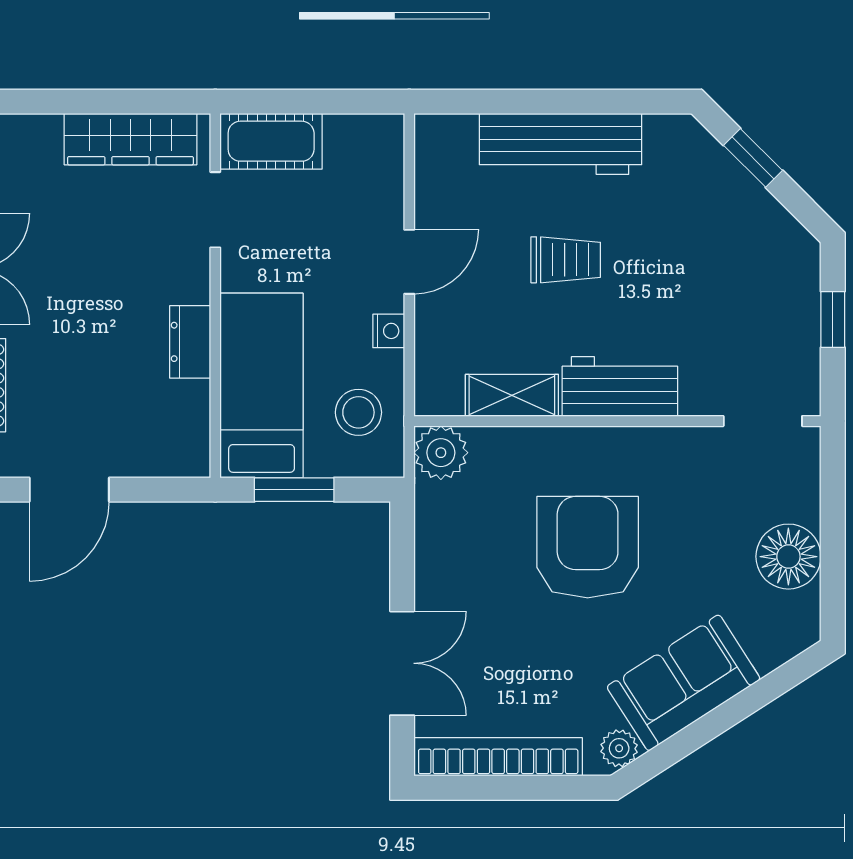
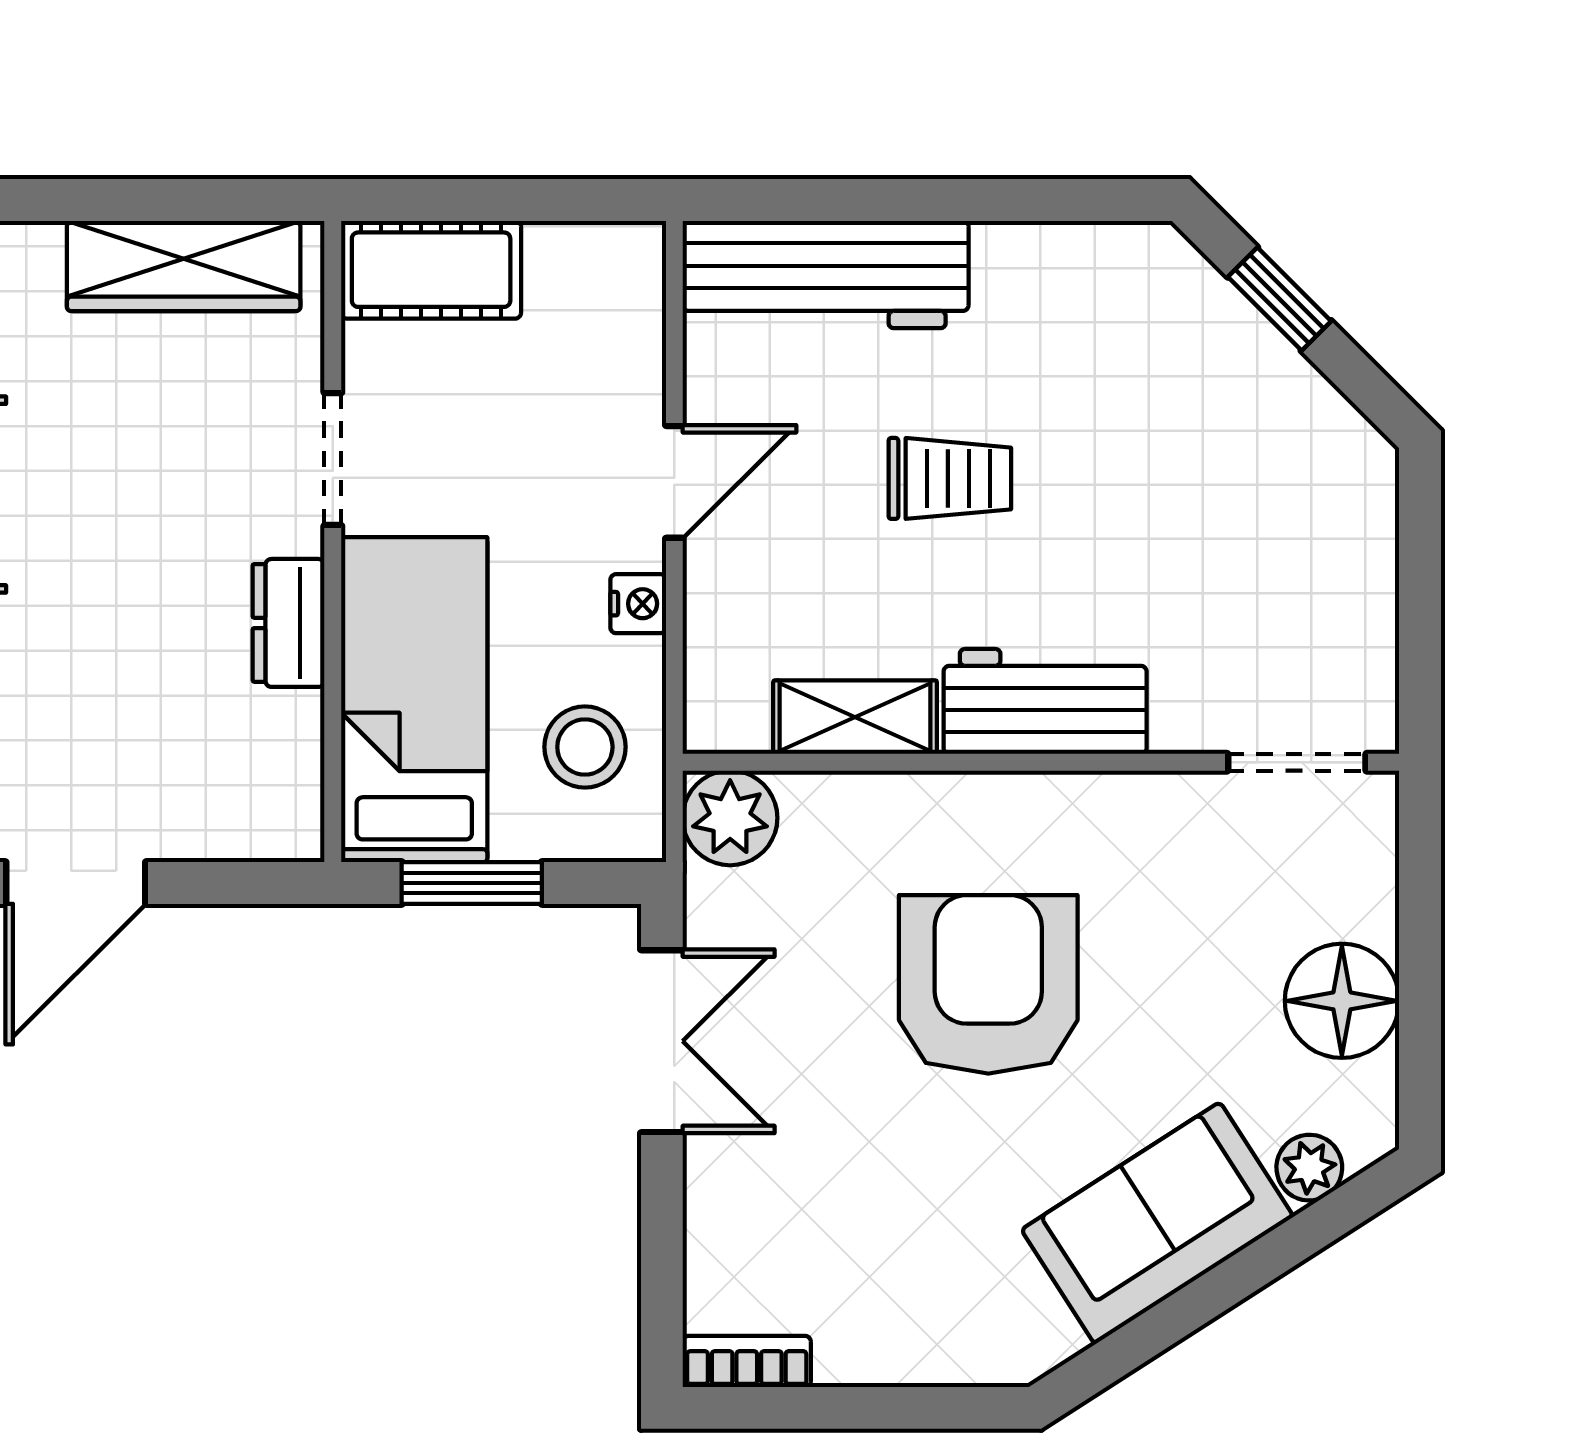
workbench: (560, 144) -> (826, 274), moved
doorway: (215, 210) -> (333, 459), moved
window: (833, 319) -> (1420, 583), removed
double door: (402, 663) -> (662, 1041), moved
plant: (619, 748) -> (1309, 1168), moved
bookcase: (498, 757) -> (747, 1361), width x0.43, depth x0.76

